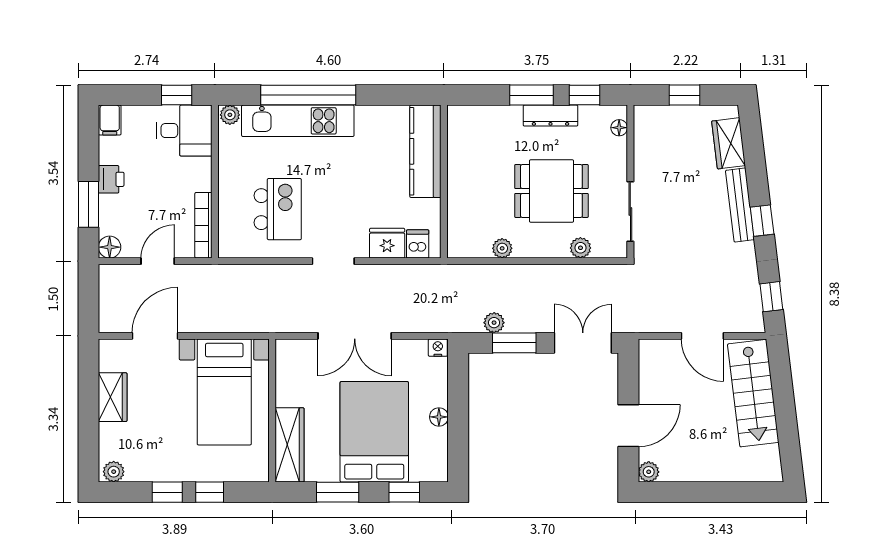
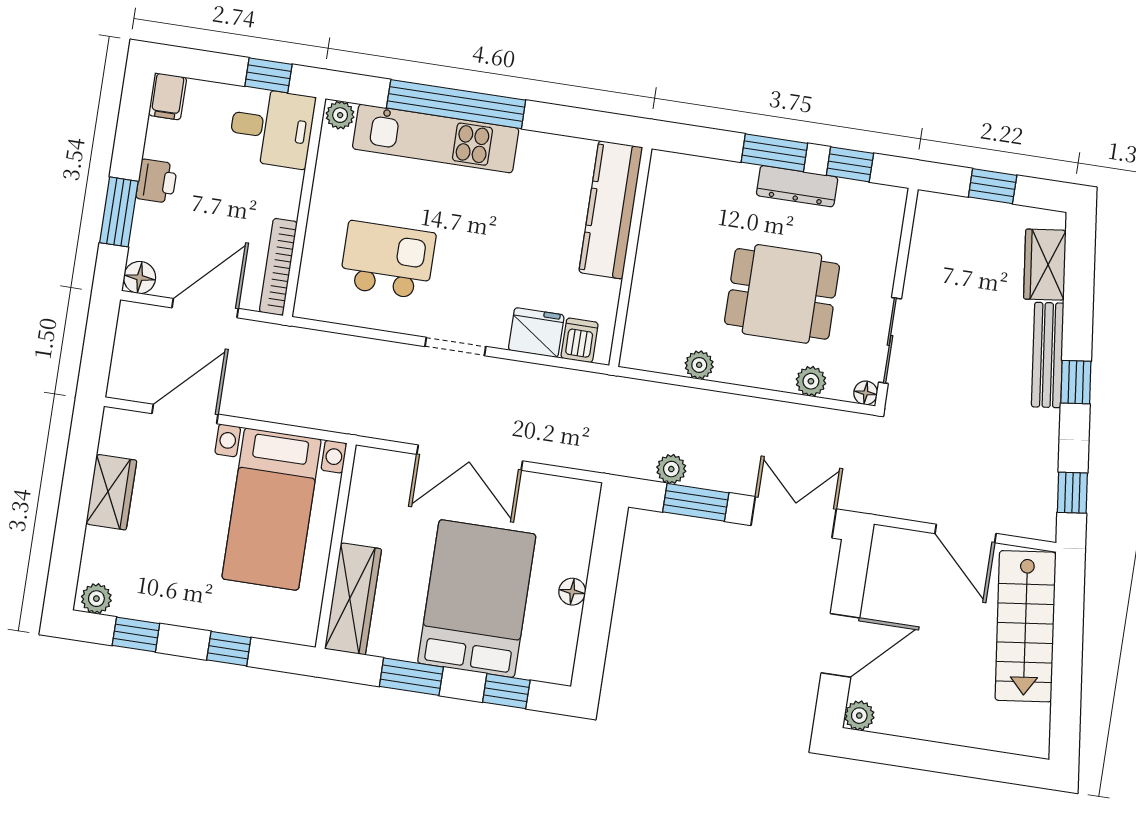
floor lamp: (619, 128) -> (866, 393), moved
kitchen island: (278, 209) -> (388, 260), turned -90
door: (158, 261) -> (205, 308), width x1.38
nightstand: (438, 348) -> (586, 493), removed
window: (167, 492) -> (136, 635), moved

